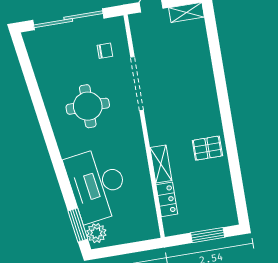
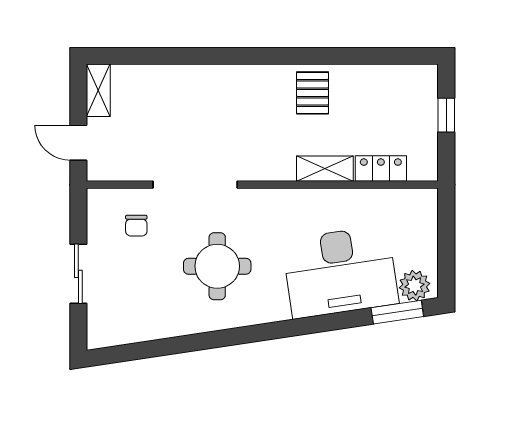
sliding door: (68, 19) -> (78, 274), width x0.54
chair: (105, 51) -> (136, 226), turned 180
window: (208, 235) -> (446, 115), width x0.67

